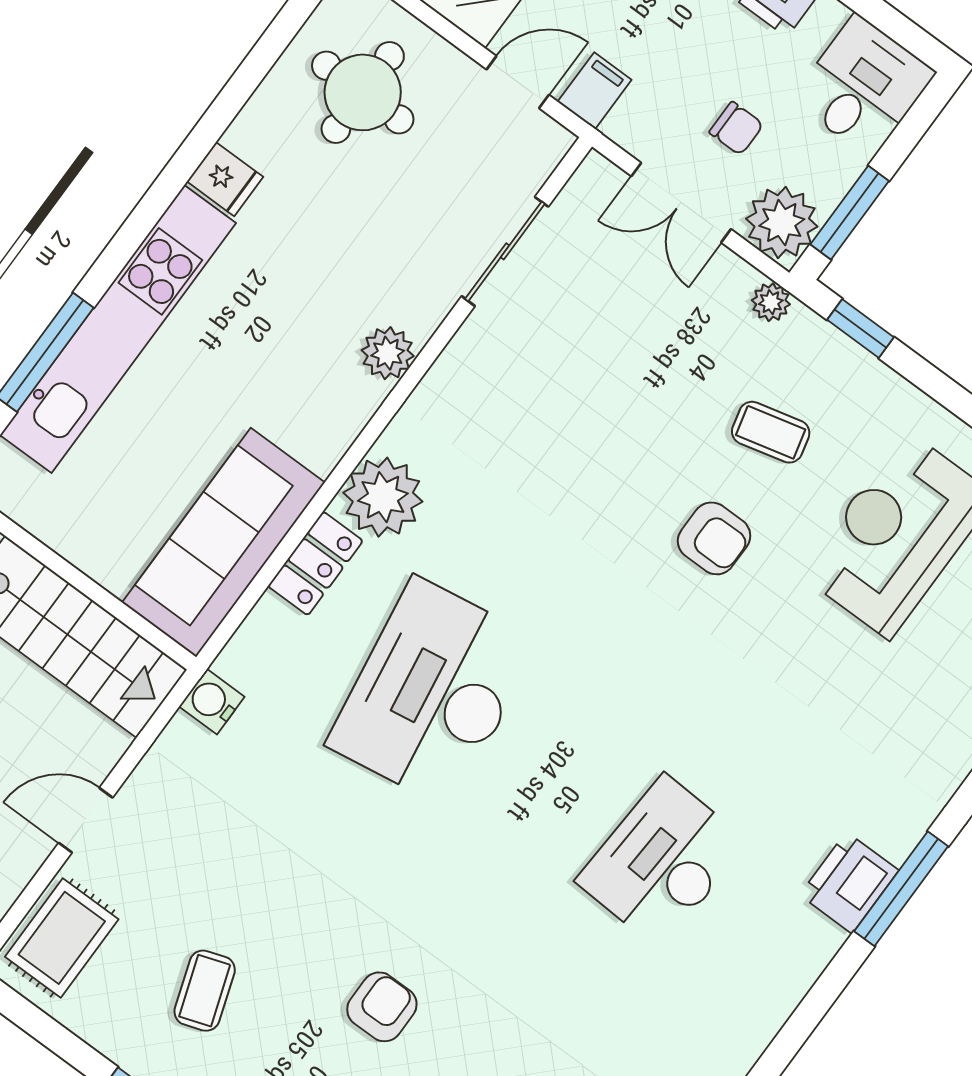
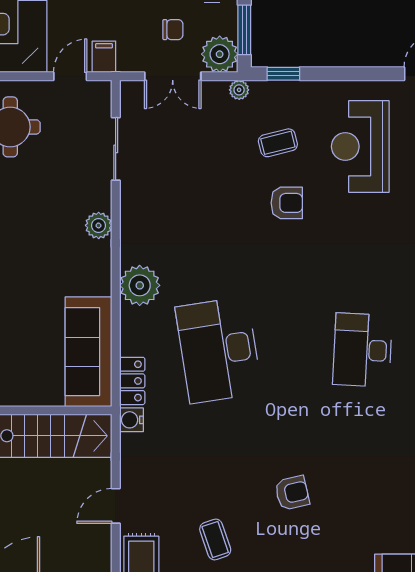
locker: (315, 563) -> (132, 381), moved
armchair: (382, 1007) -> (292, 493), turned 77

